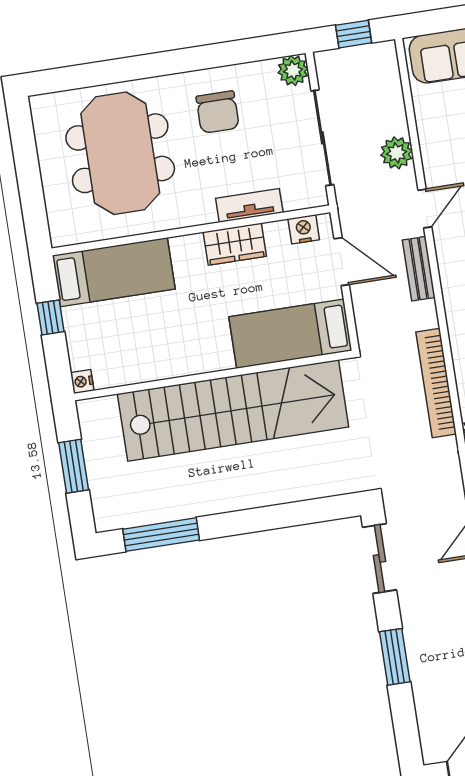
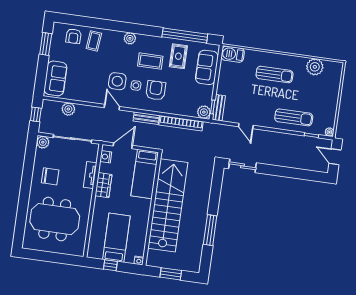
plant: (397, 153) -> (68, 109), moved
bench: (419, 269) -> (146, 118), moved
bed: (114, 272) -> (116, 238), moved
window: (161, 535) -> (210, 230), moved
window: (395, 657) -> (282, 171), removed

